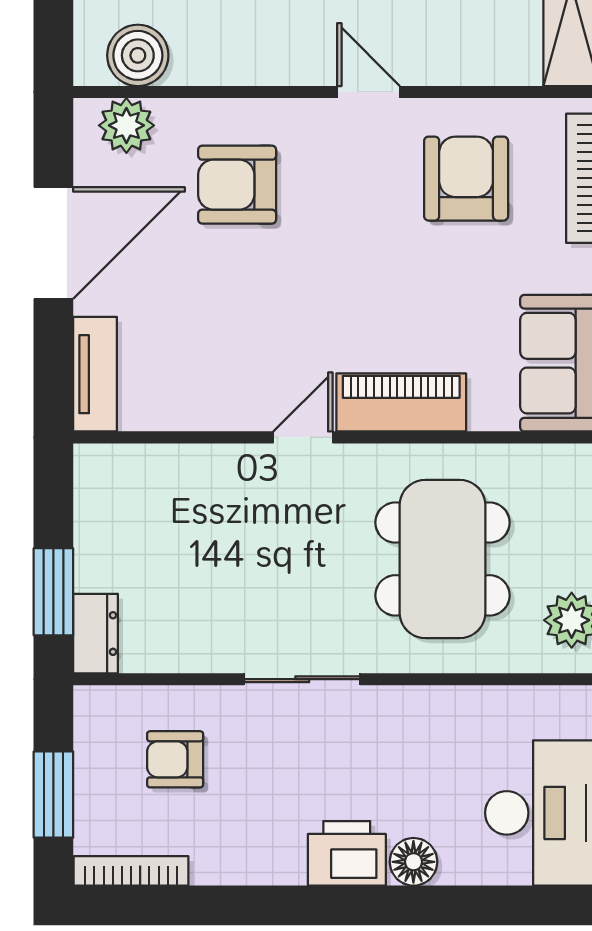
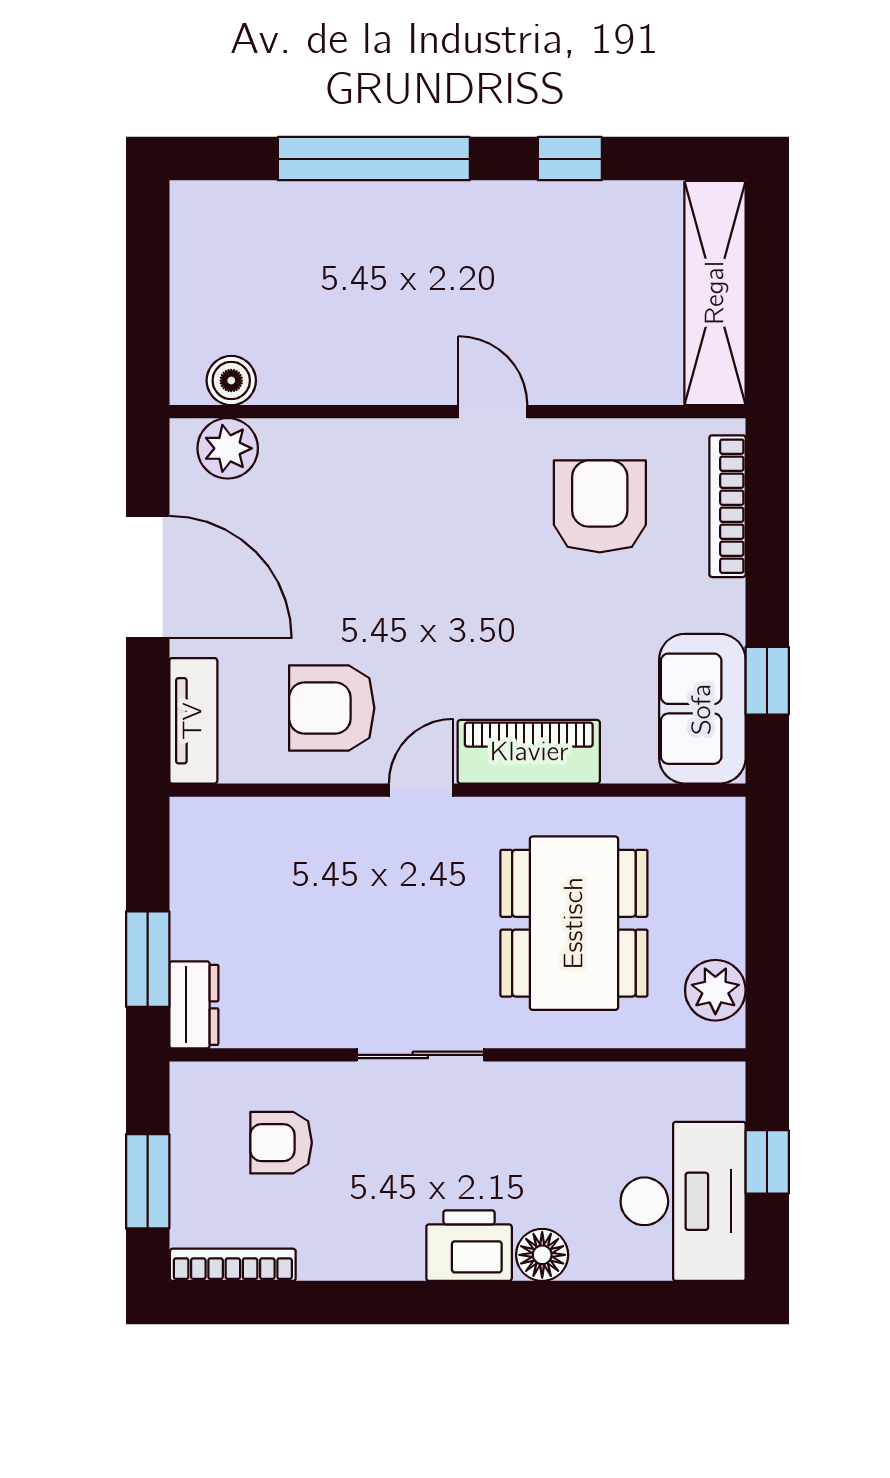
boiler: (138, 55) -> (231, 381), width x0.73, depth x0.73
armchair: (237, 185) -> (332, 708), moved
door: (53, 243) -> (148, 577), hinge flipped

